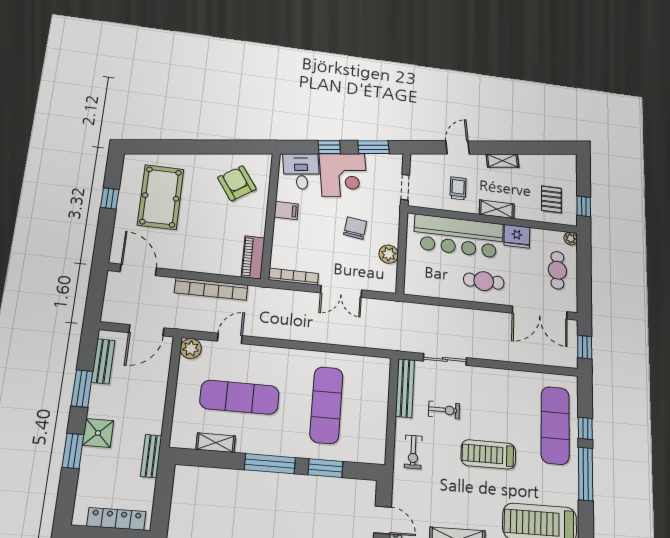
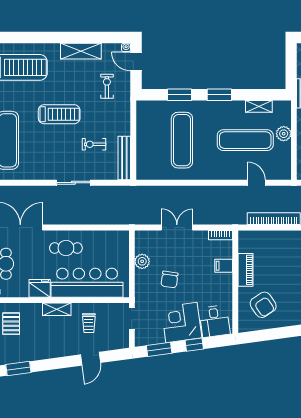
window: (543, 148) -> (18, 368), added
shelving: (502, 161) -> (53, 352), removed
filing cabinet: (286, 210) -> (224, 266), moved
piano: (253, 257) -> (245, 270), moved
bookcase: (293, 277) -> (221, 235), width x0.64
door: (230, 338) -> (256, 183), swing flipped
plant: (191, 348) -> (284, 134), moved
sliding door: (445, 359) -> (73, 183), moved
exercise bike: (413, 452) -> (107, 86), moved
window: (270, 464) -> (219, 95), width x0.69

